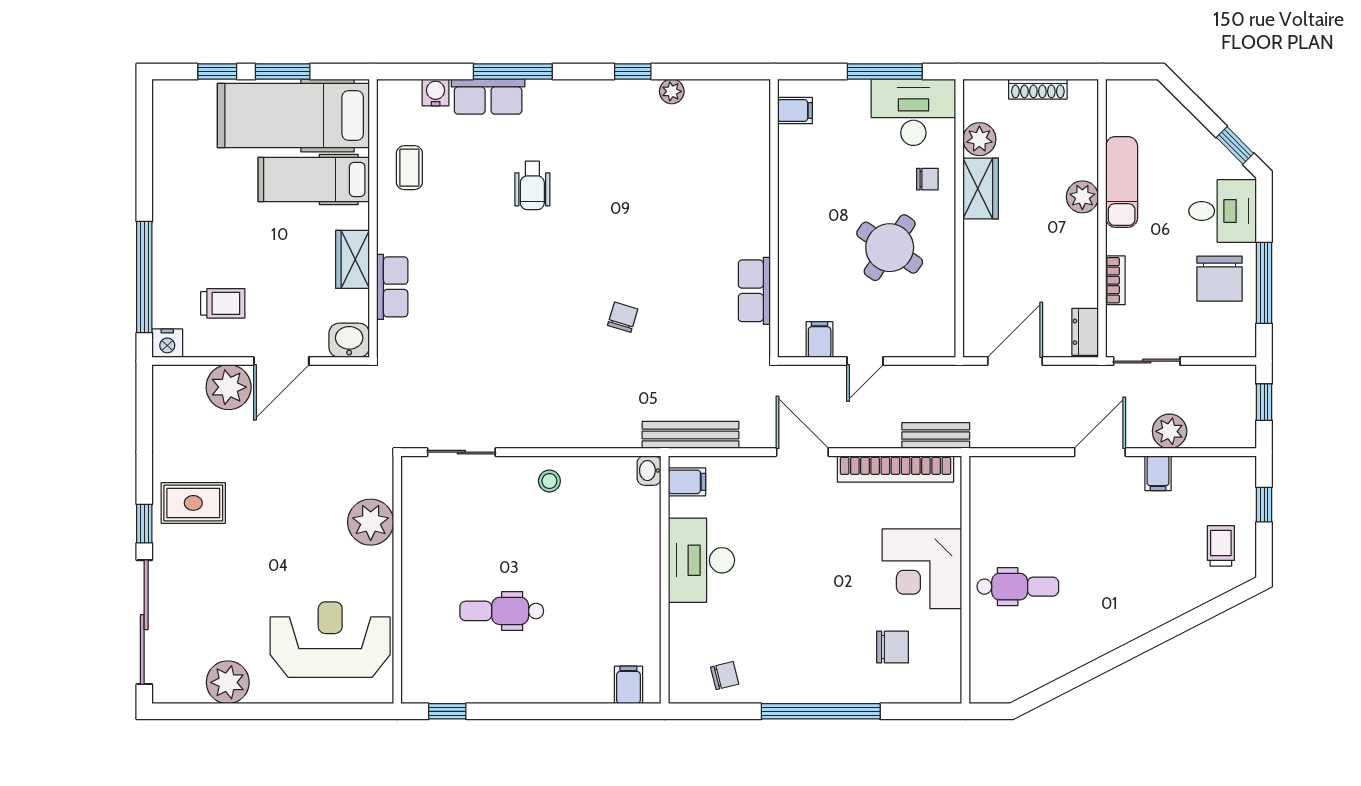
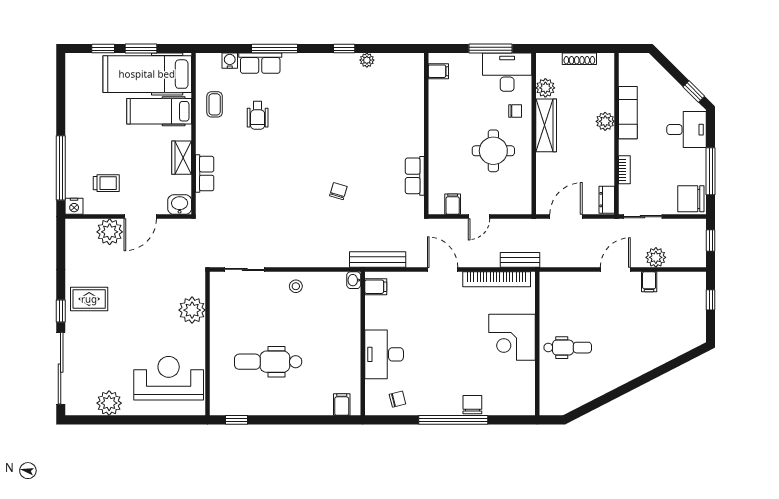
wheelchair: (532, 185) -> (258, 115), moved
wardrobe: (981, 189) -> (546, 125), width x1.50
round table: (890, 248) -> (493, 151), turned -34
chair: (1220, 279) -> (691, 199), moved, turned 90
trolley: (1221, 546) -> (686, 324), removed
desk: (701, 560) -> (384, 354), moved
dental chair: (502, 611) -> (268, 362), width x1.36, depth x1.38
chair: (893, 647) -> (472, 405), moved, turned -90

